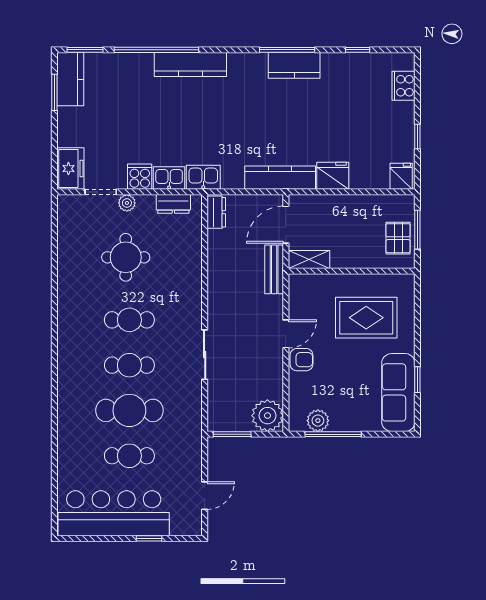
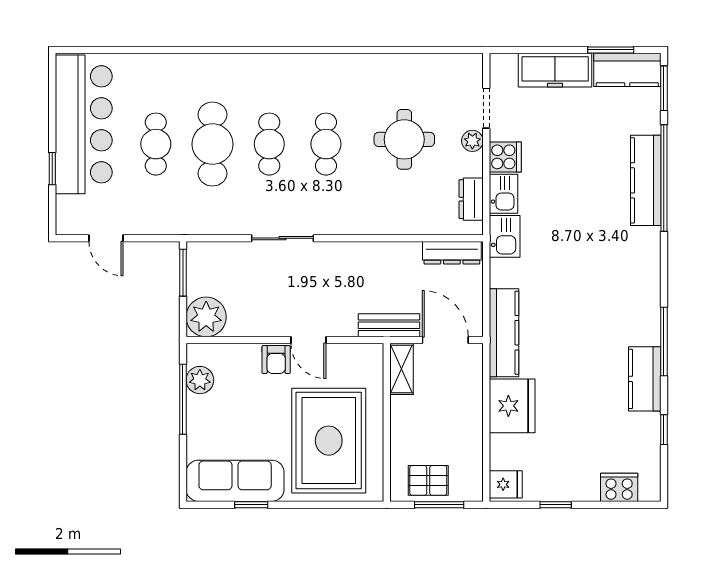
kitchen counter: (190, 65) -> (646, 180), moved
kitchen counter: (294, 65) -> (645, 379), moved
freezer: (70, 169) -> (555, 70), moved, width x1.40
fridge: (333, 176) -> (512, 406), width x1.36, depth x1.34
dresser: (216, 212) -> (452, 253), width x1.44
rug: (366, 318) -> (329, 441), width x1.37, depth x1.44

